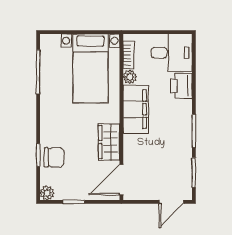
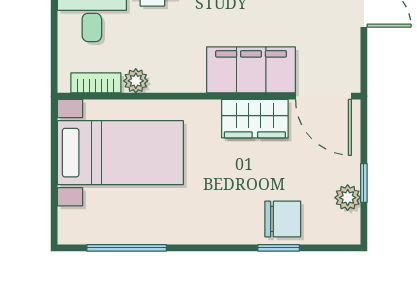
filing cabinet: (136, 109) -> (251, 70), moved
chair: (54, 157) -> (283, 219), turned 90
plant: (47, 193) -> (348, 198), moved

